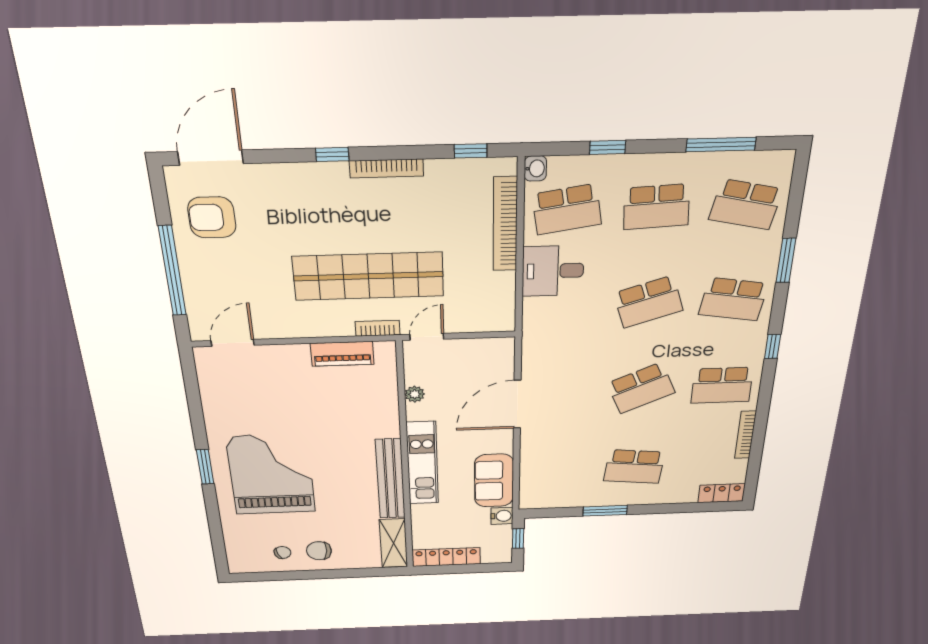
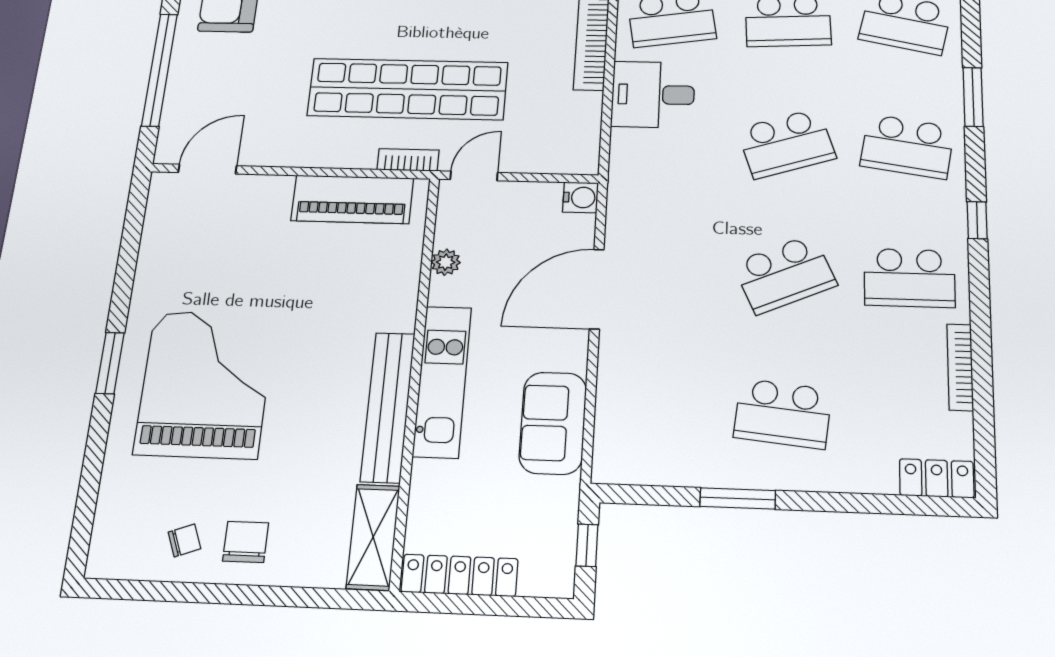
piano: (342, 354) -> (352, 199), width x1.37, depth x1.33
water cooler: (502, 516) -> (580, 197), moved
chair: (319, 551) -> (246, 542), turned 86

